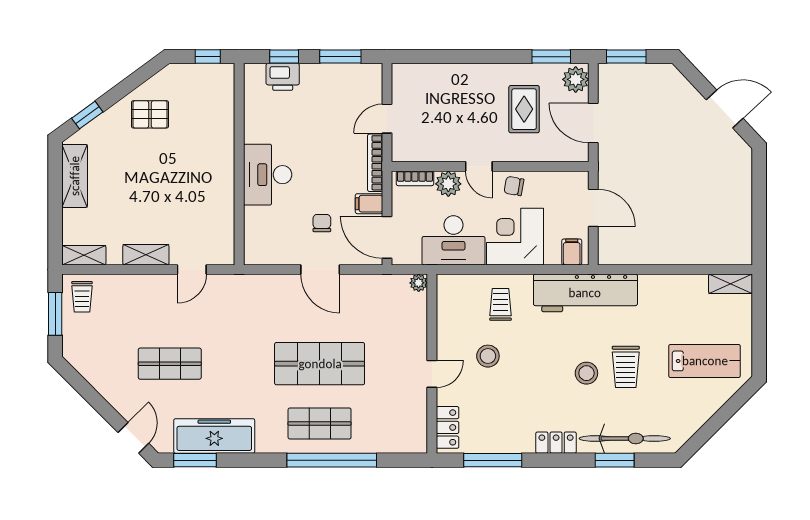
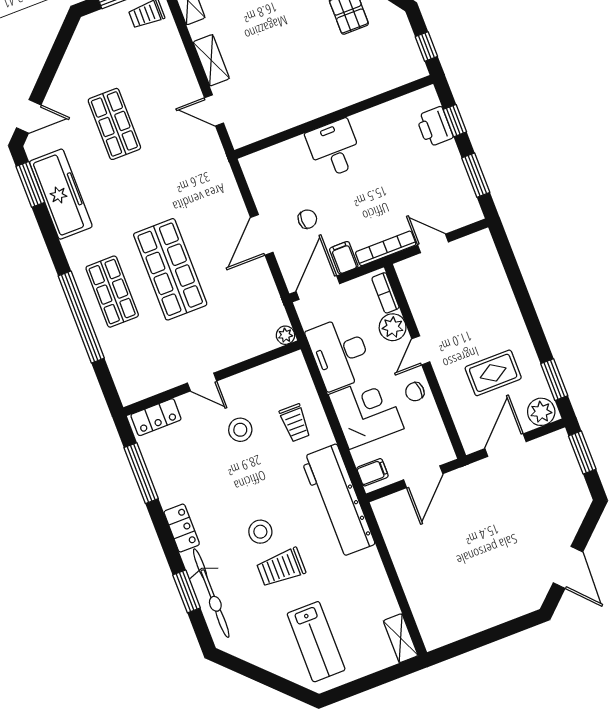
desk: (268, 175) -> (334, 149), width x0.73
chair: (514, 186) -> (415, 392), turned -105
trolley: (501, 304) -> (295, 423), turned 90

